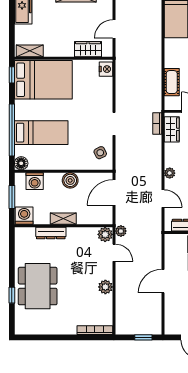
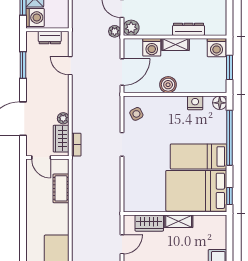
shelving: (30, 51) -> (179, 221), moved
nightstand: (106, 69) -> (195, 103), moved, turned 90
bed: (41, 133) -> (199, 156), moved
plant: (170, 173) -> (63, 118), moved
washing machine: (35, 181) -> (152, 47), moved, turned 180

